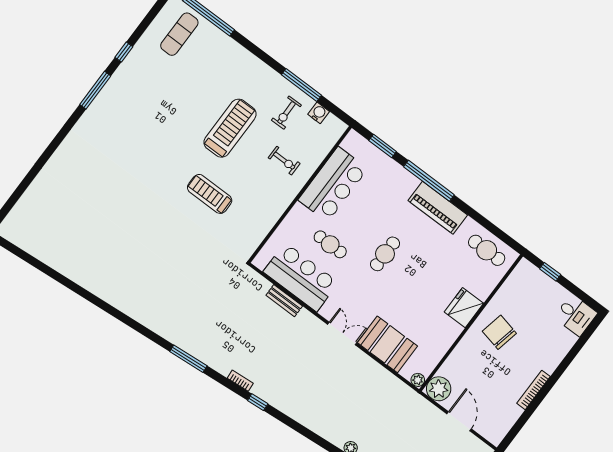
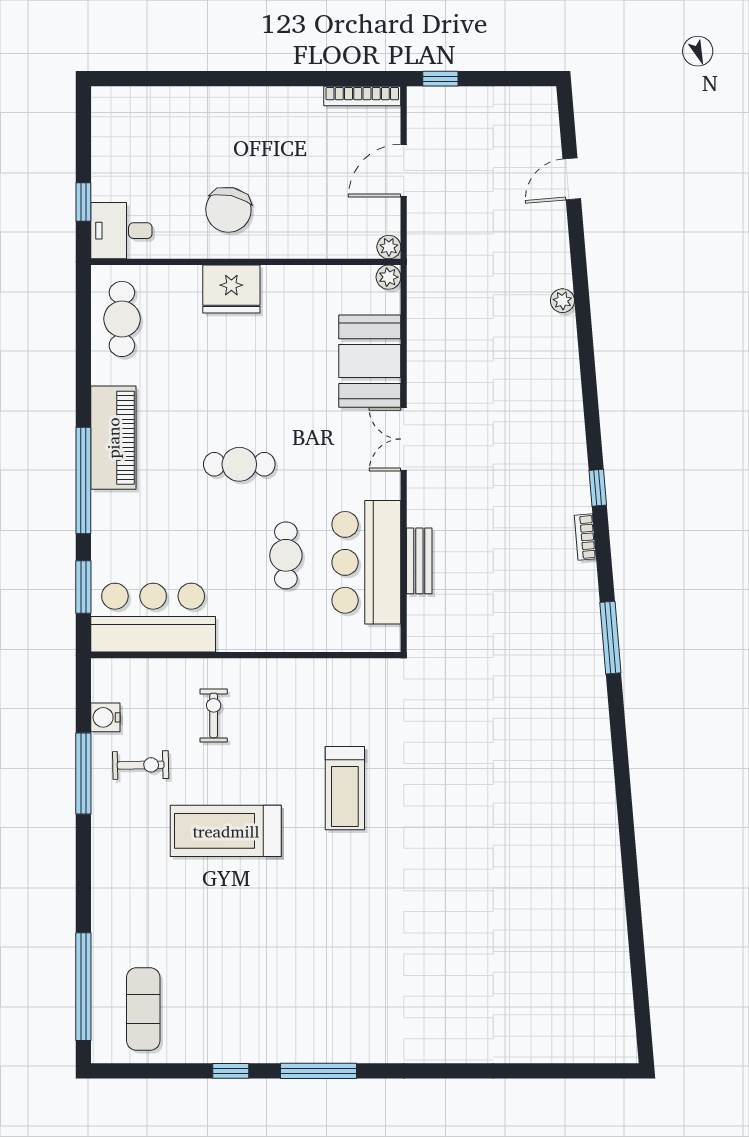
exercise mat: (179, 34) -> (143, 1009), turned 90
bar counter: (333, 184) -> (153, 618), moved
desk: (576, 315) -> (121, 231), moved, turned -90
plant: (439, 389) -> (389, 247), width x0.53, depth x0.53
bookcase: (533, 390) -> (362, 96), moved

